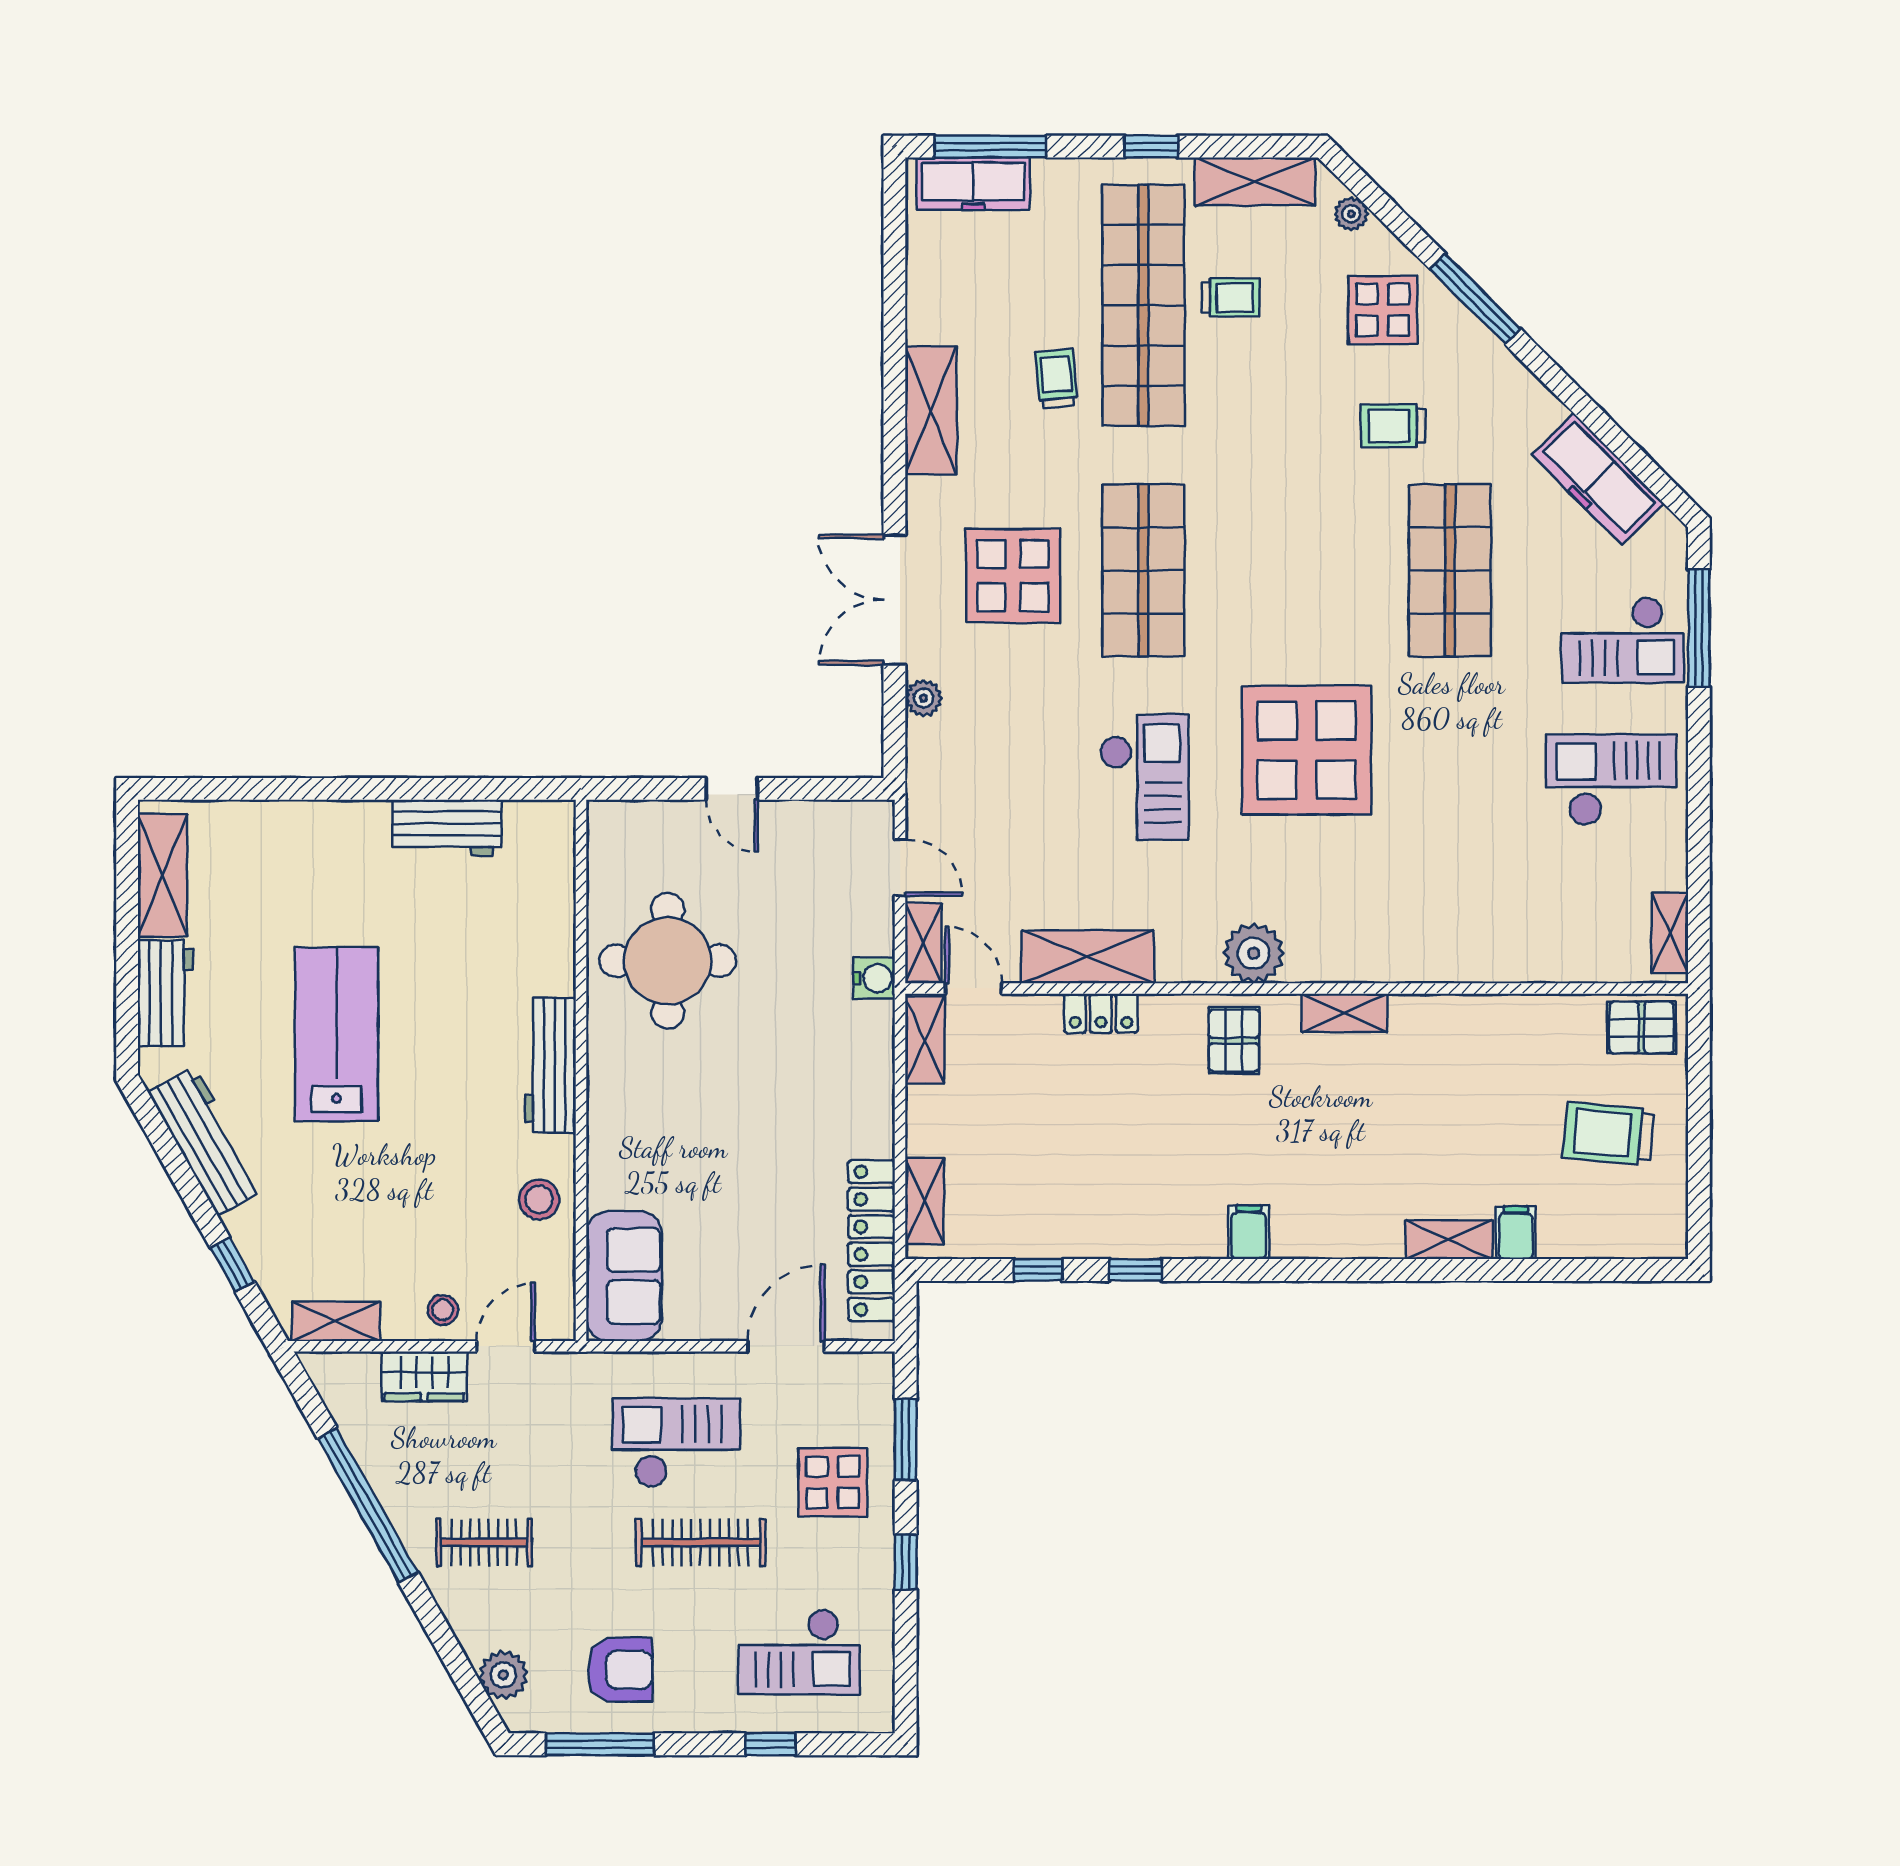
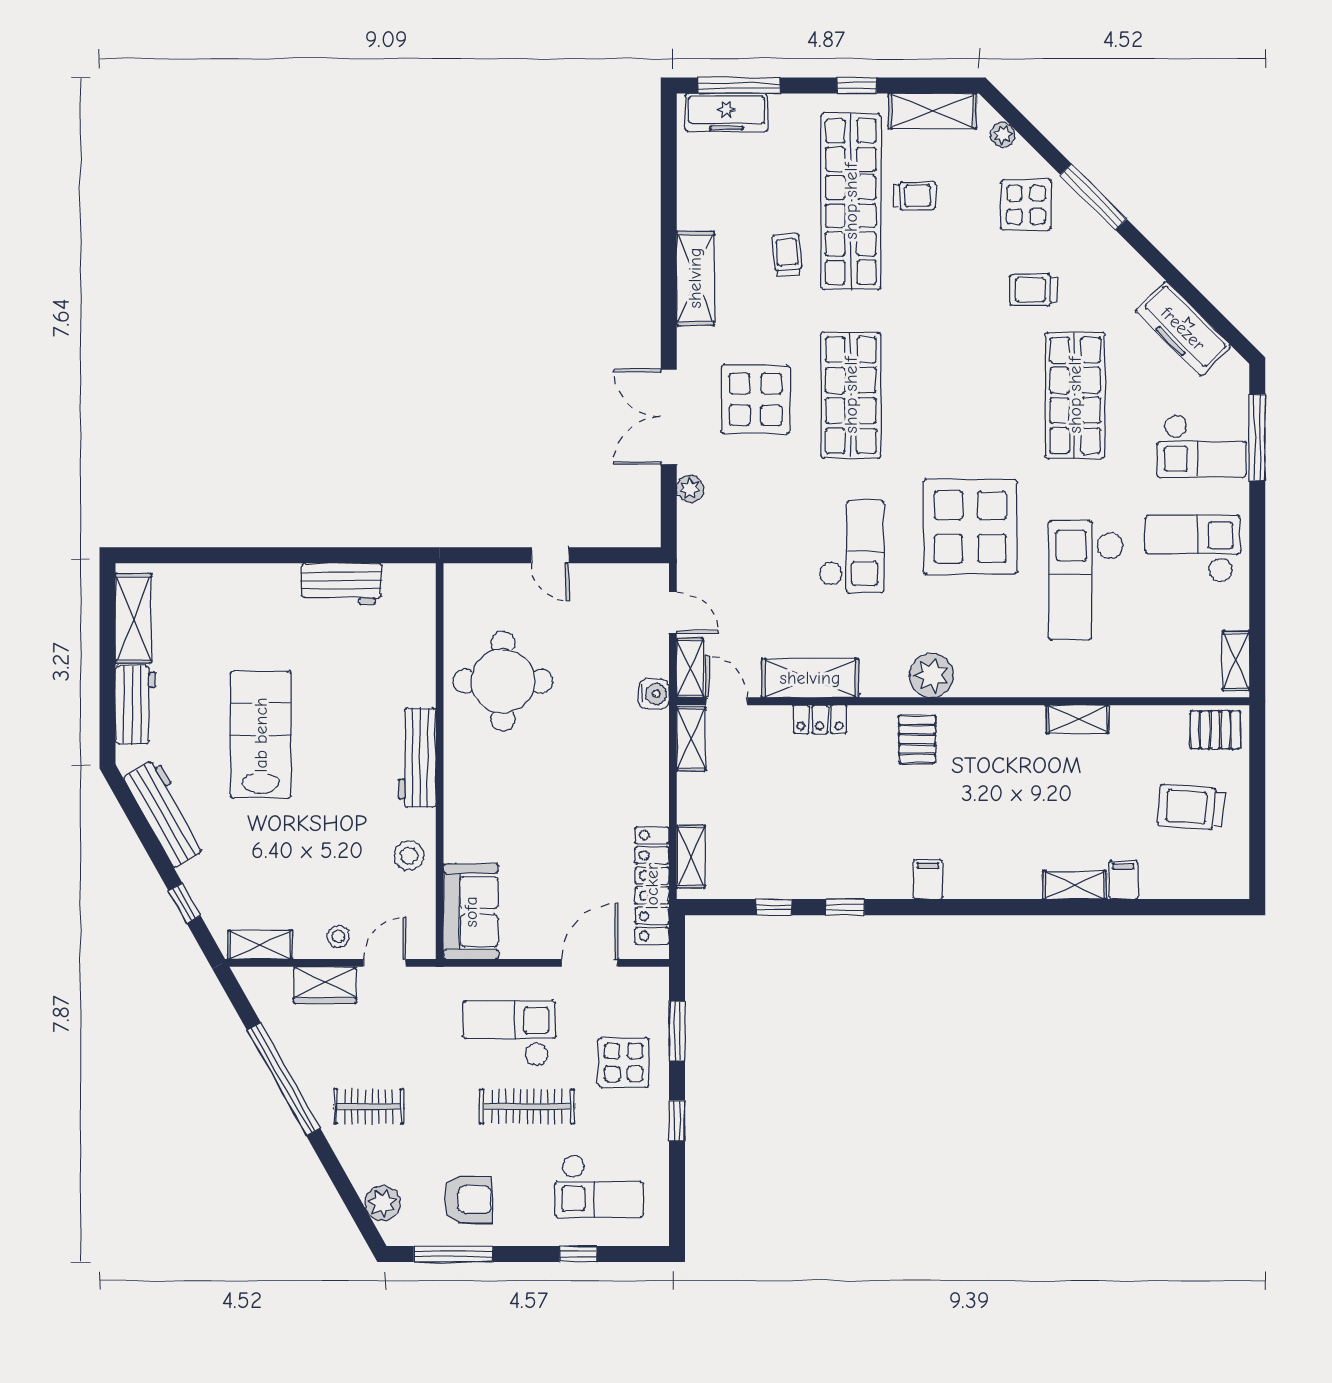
checkout: (1465, 823) -> (1086, 580), added
shelving: (1344, 1013) -> (1078, 719), moved

